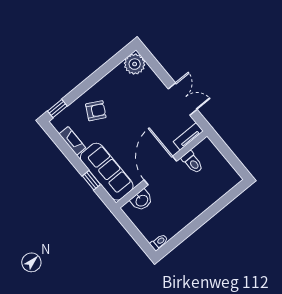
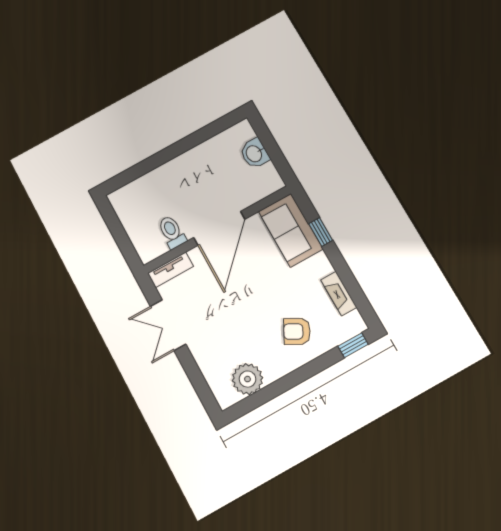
plant: (135, 64) -> (248, 379), moved
sofa: (107, 172) -> (291, 230), width x0.73
washbasin: (142, 200) -> (254, 153), moved, turned -90
toilet: (159, 242) -> (240, 129), removed

